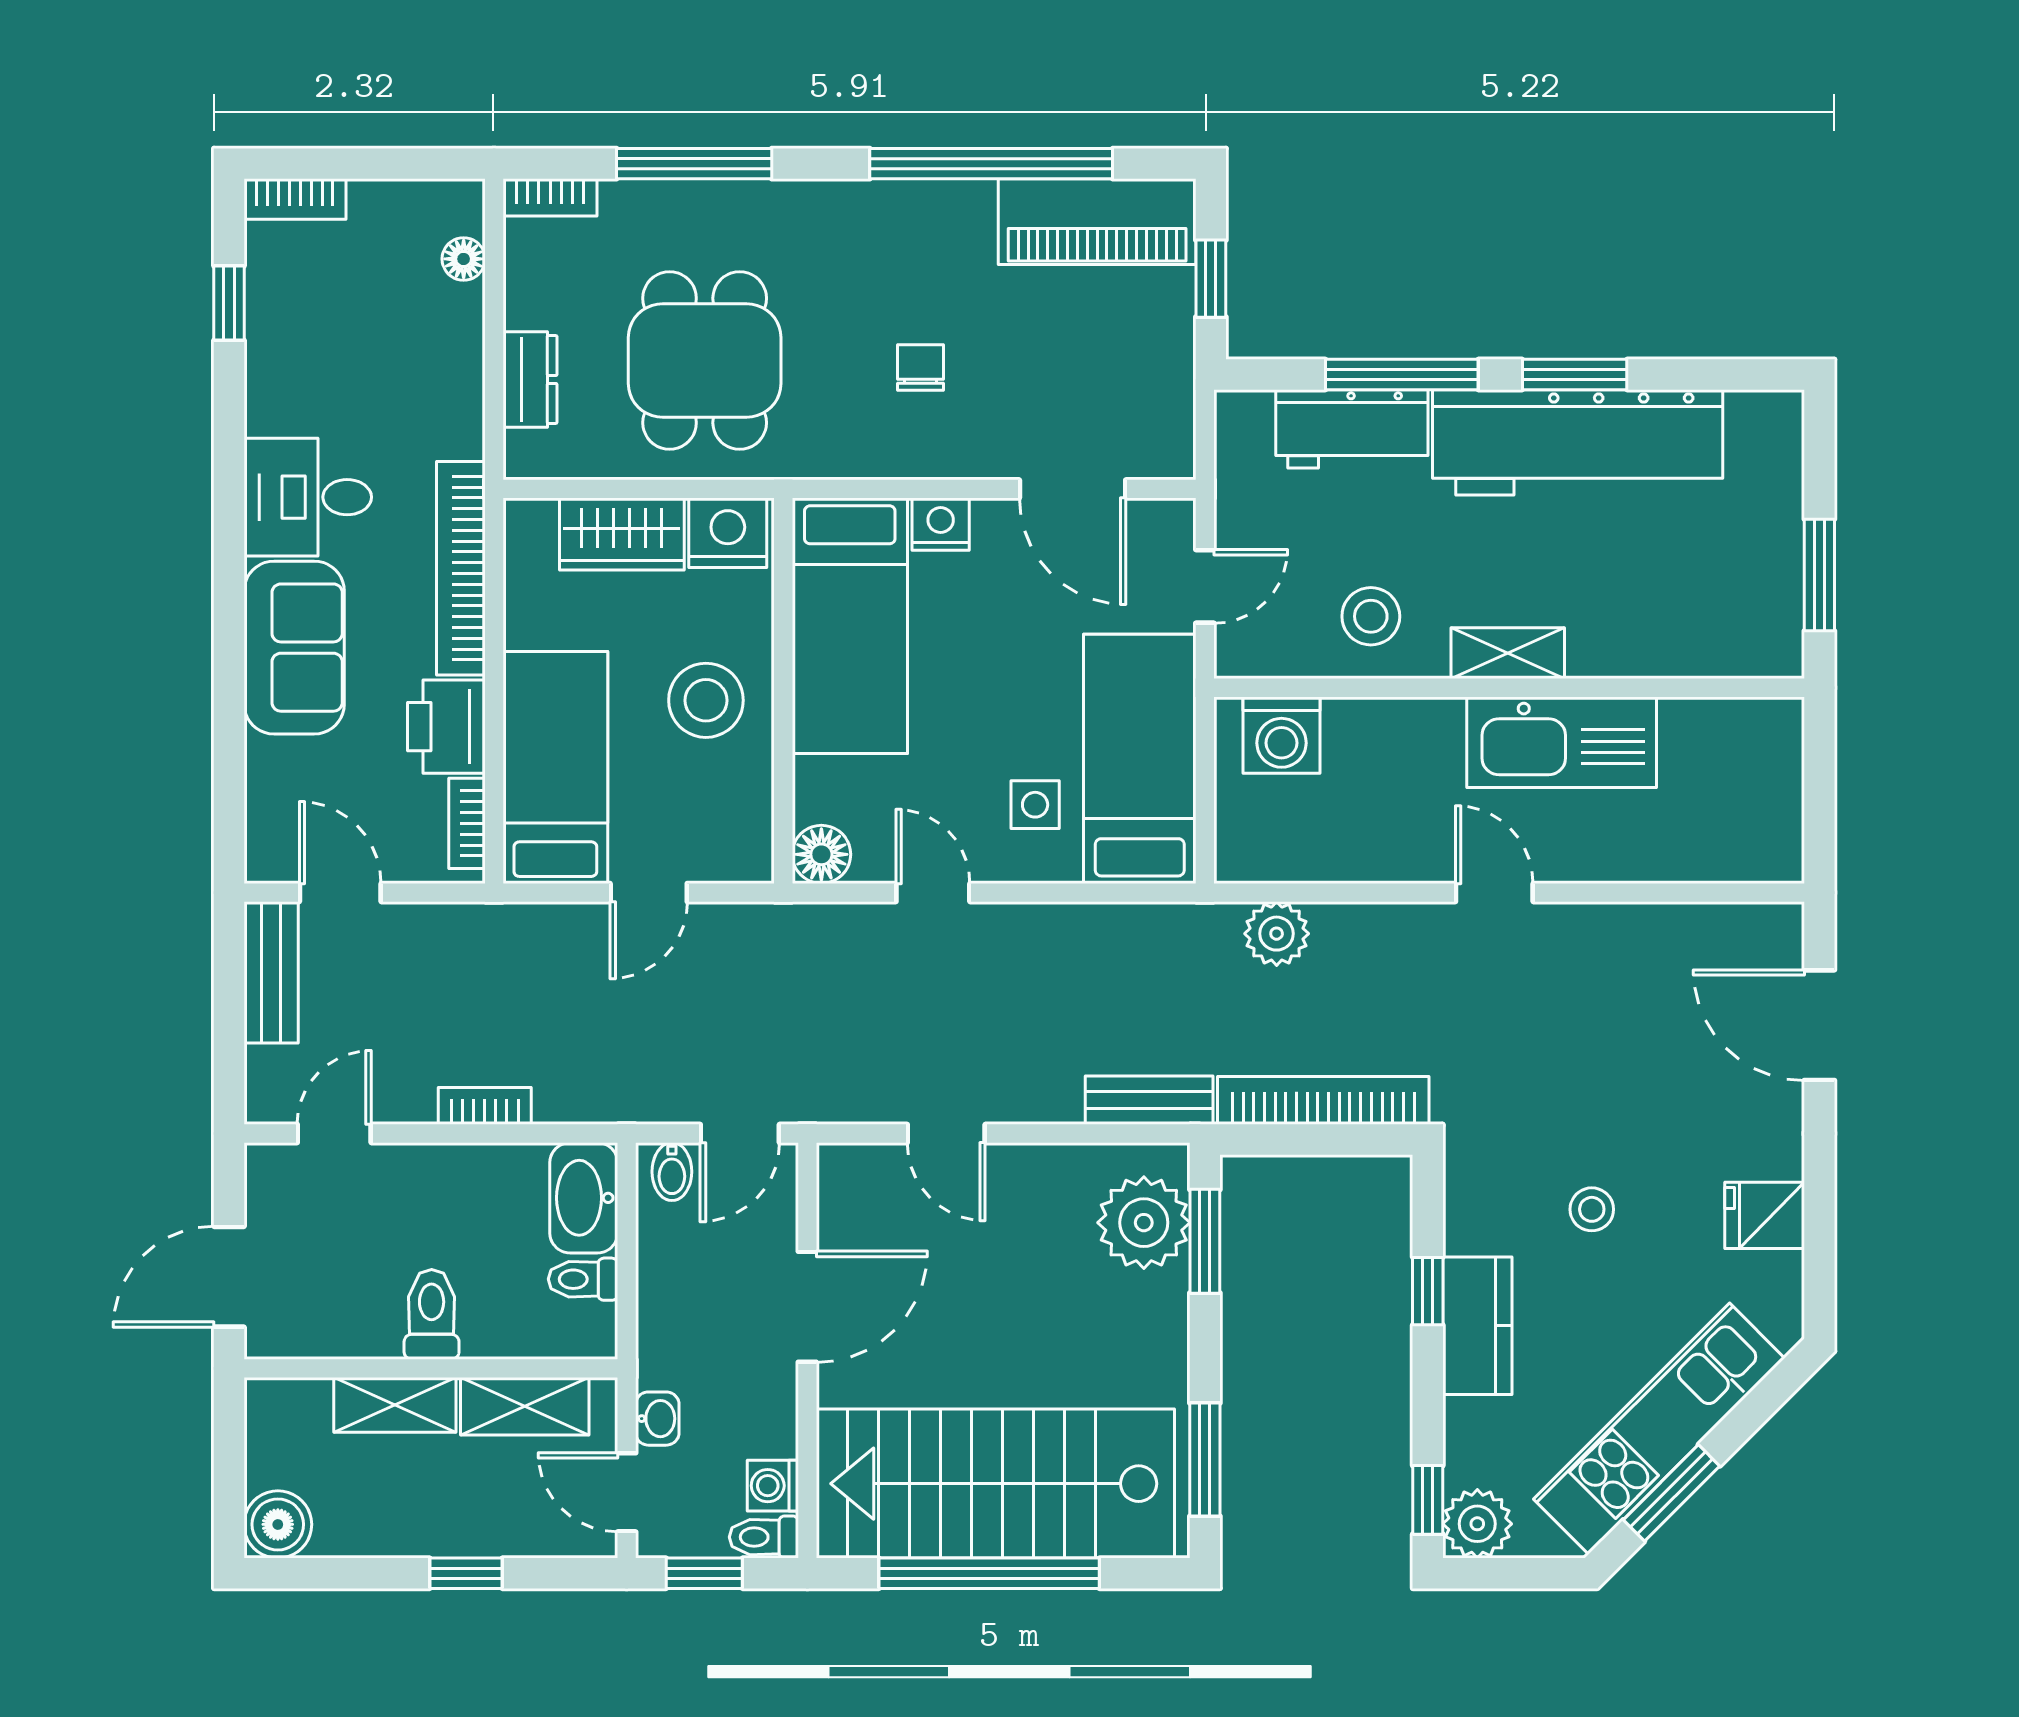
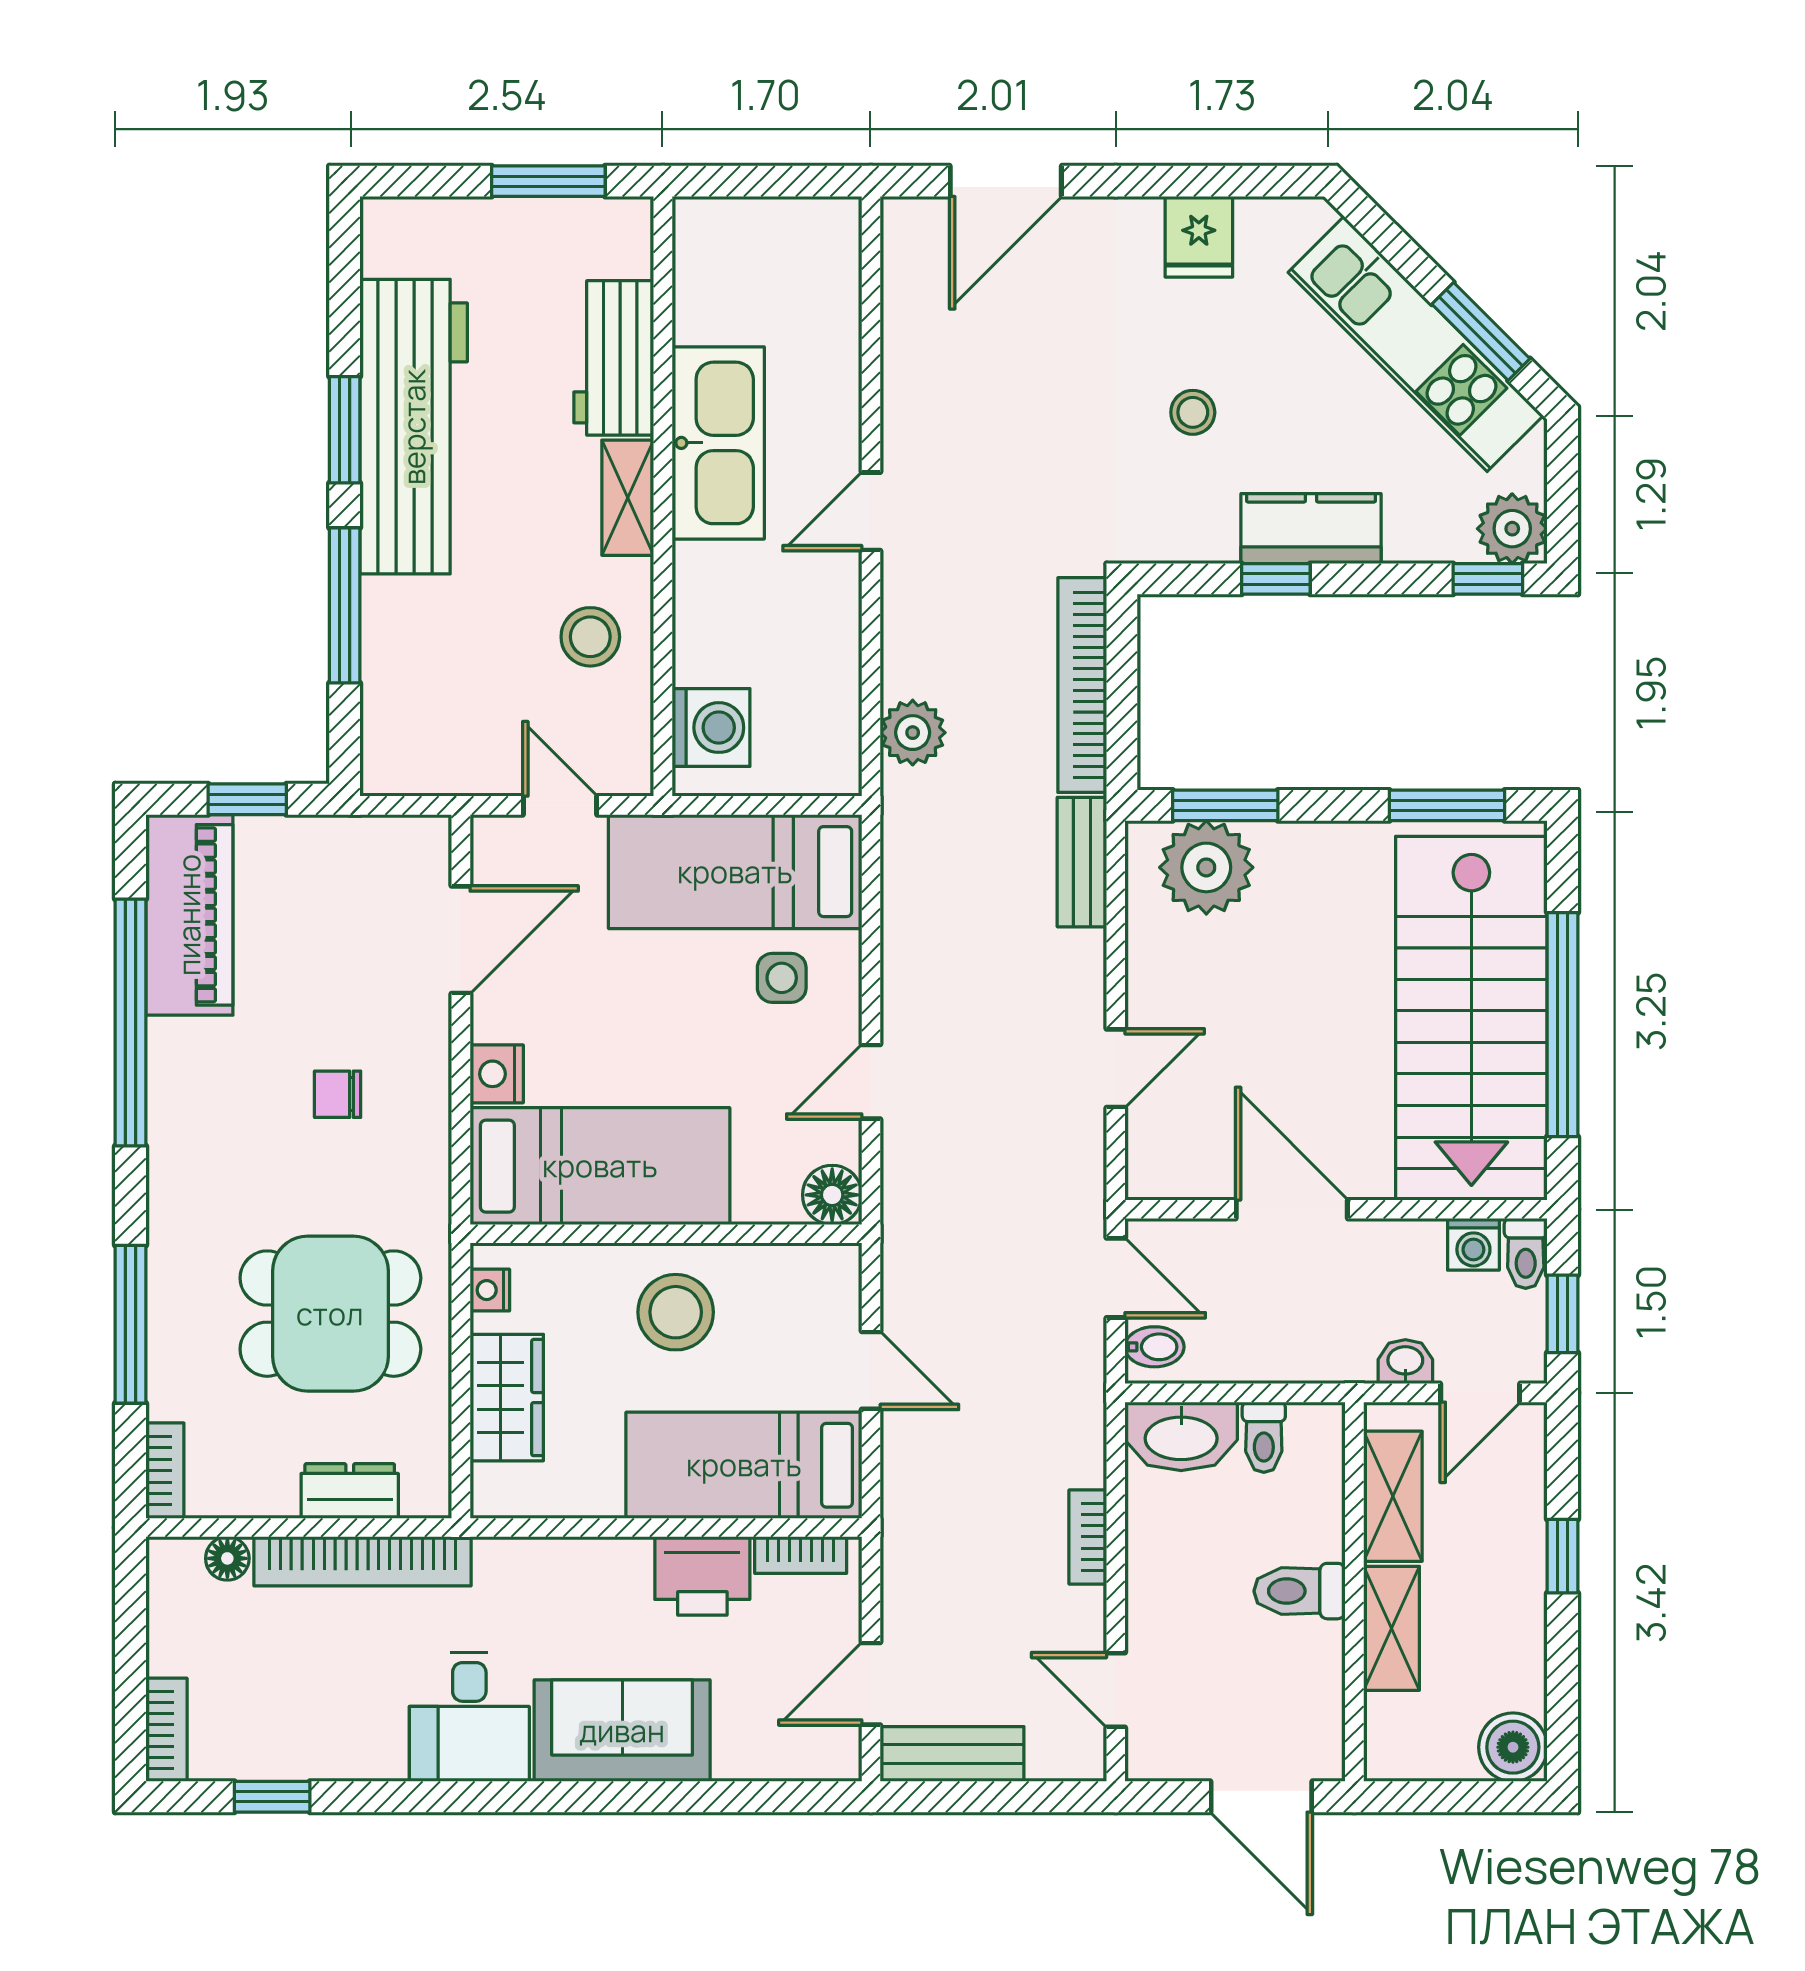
workbench: (1352, 429) -> (614, 358), moved, turned 180
nightstand: (728, 533) -> (490, 1290), width x0.53, depth x0.56
bookcase: (461, 568) -> (363, 1561), moved

